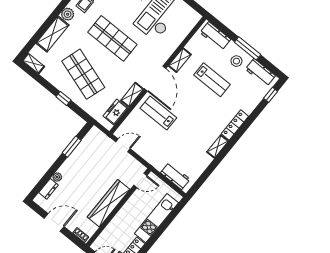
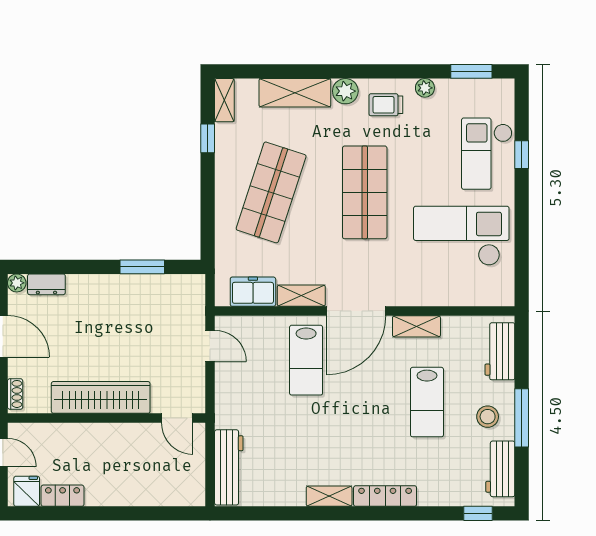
window: (63, 98) -> (208, 138), moved
lab bench: (158, 113) -> (306, 360), turned 180
workbench: (175, 176) -> (229, 467), width x1.38
plant: (57, 177) -> (17, 283), moved
kitchen unit: (156, 218) -> (138, 492), removed

